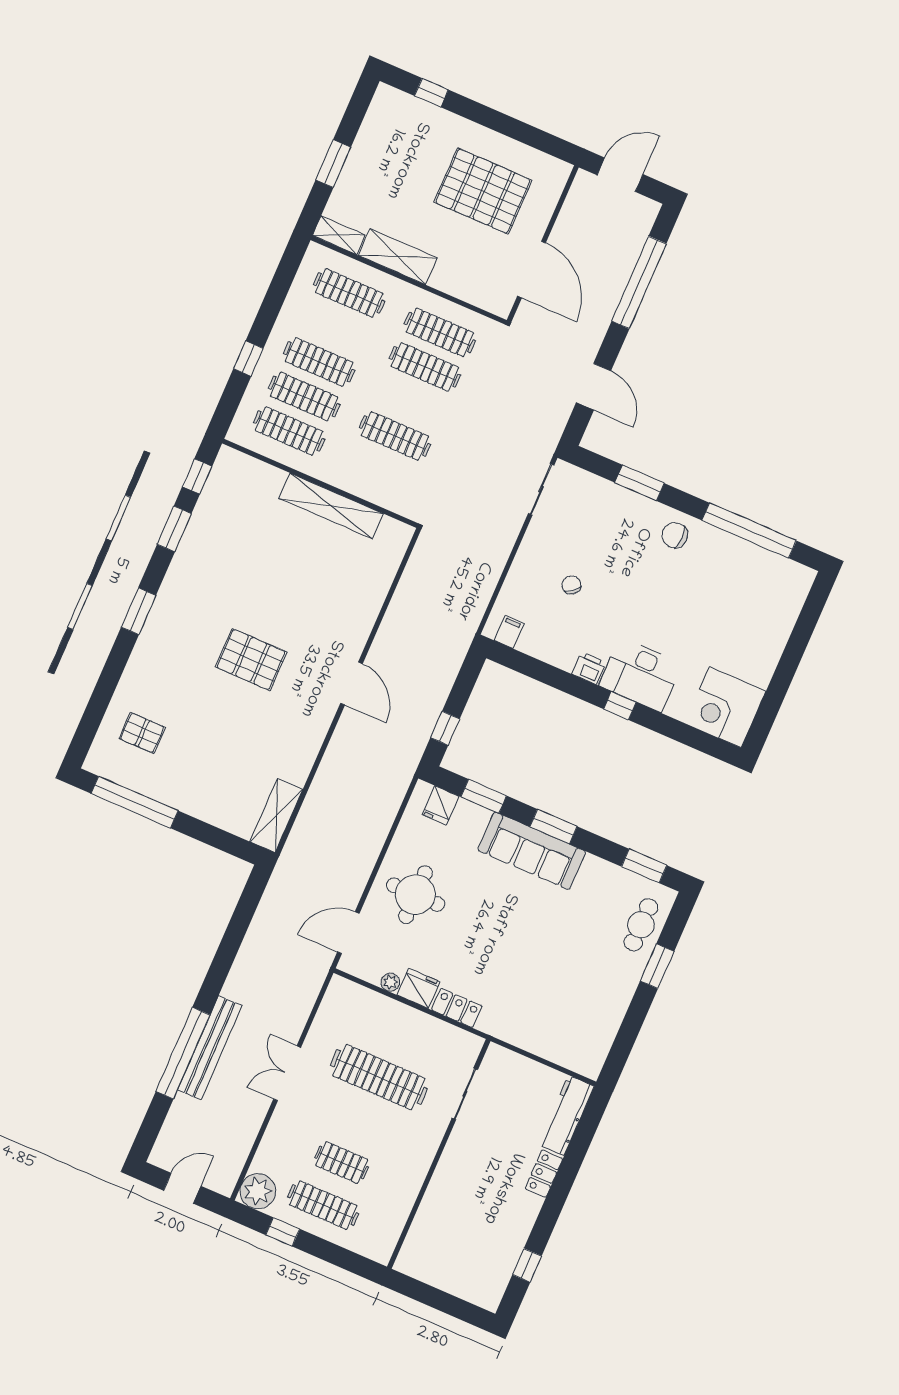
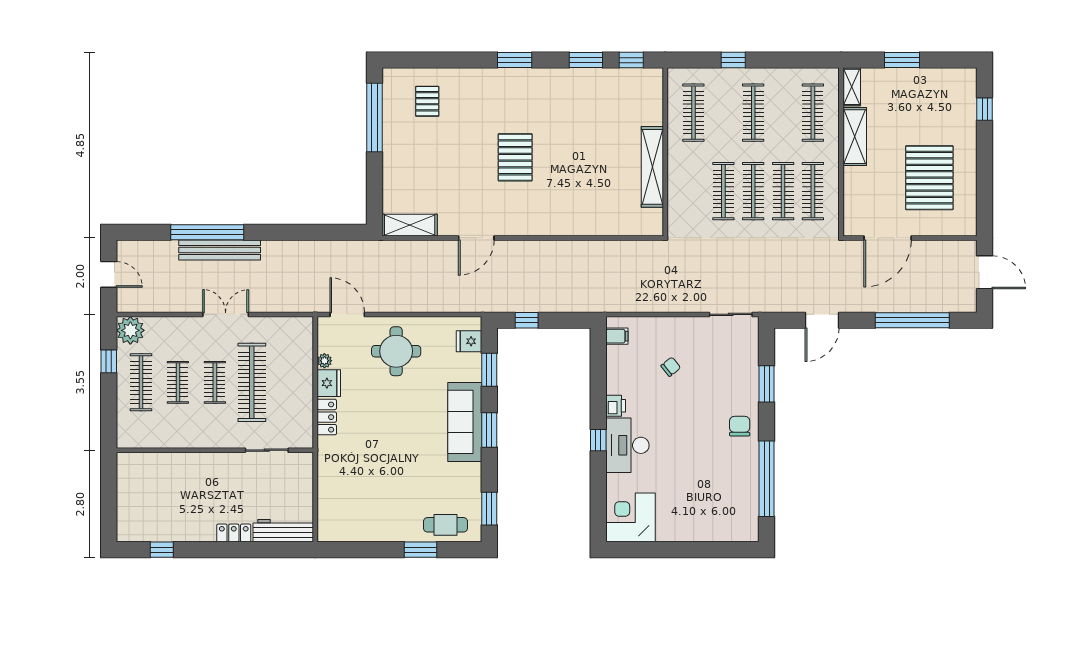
clothes rail: (304, 396) -> (753, 191), moved
door: (352, 684) -> (476, 238), moved
clothes rail: (360, 1120) -> (215, 382), added

